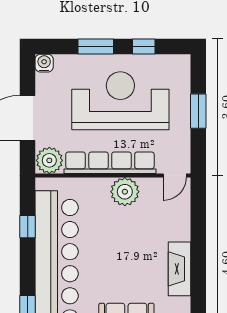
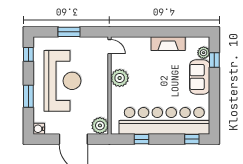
window: (144, 47) -> (28, 54), moved
reception desk: (120, 101) -> (62, 81), turned 180
row of seats: (110, 163) -> (101, 87), removed

